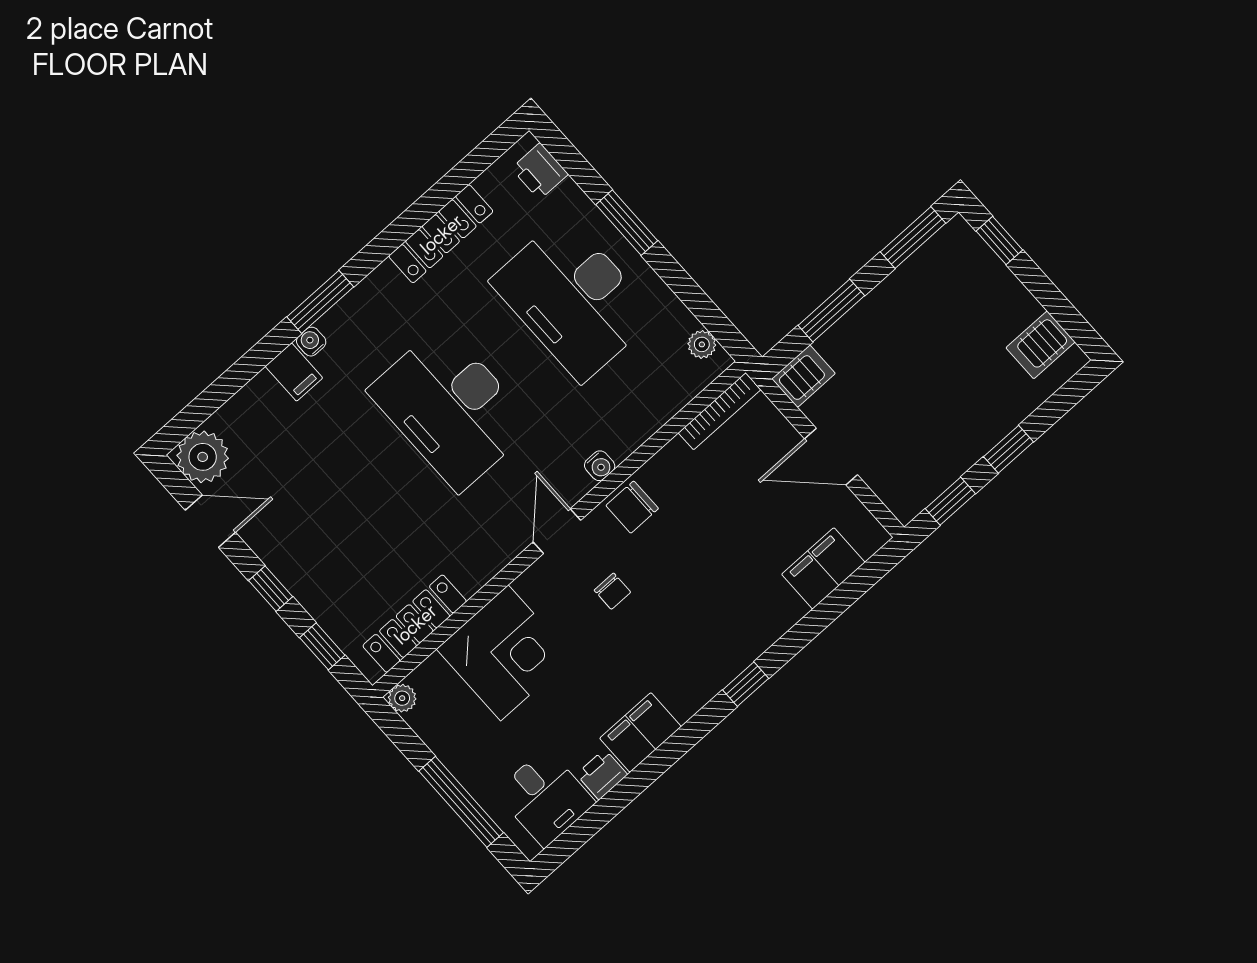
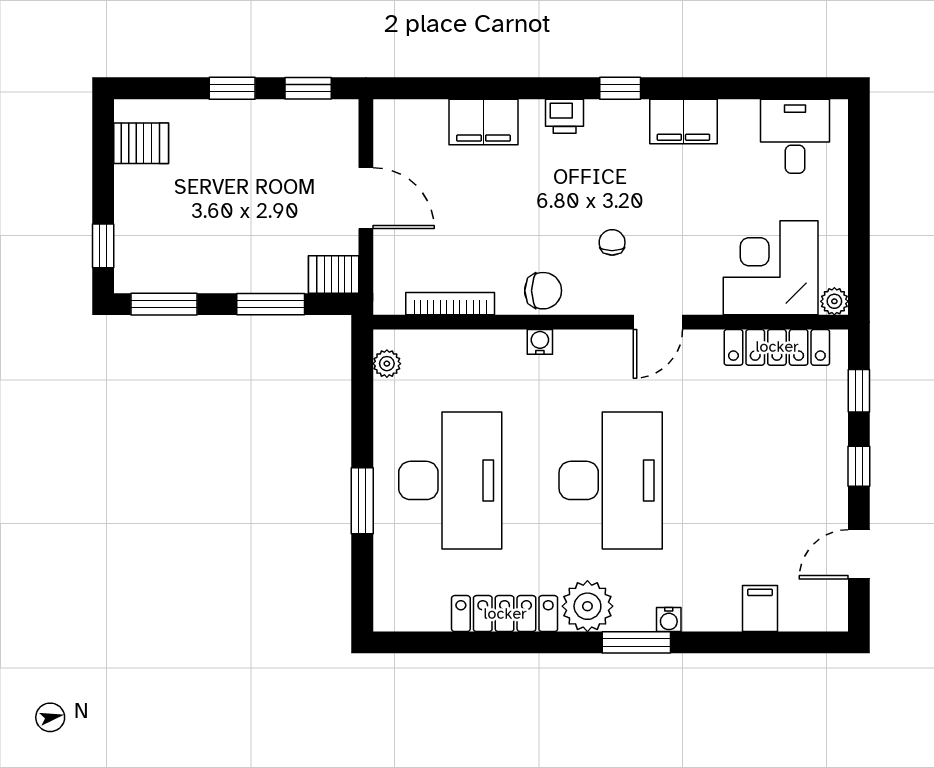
printer: (540, 171) -> (392, 595), removed
filing cabinet: (294, 372) -> (760, 609), moved
bookcase: (720, 411) -> (450, 304), moved
plant: (203, 457) -> (587, 606), moved
door: (210, 521) -> (859, 554), hinge flipped
door: (557, 531) -> (658, 322), moved
filing cabinet: (823, 568) -> (483, 122), moved
corner desk: (504, 653) -> (771, 268), moved
window: (746, 684) -> (620, 88), moved
printer: (602, 774) -> (565, 116), moved
window: (461, 802) -> (859, 188), removed

